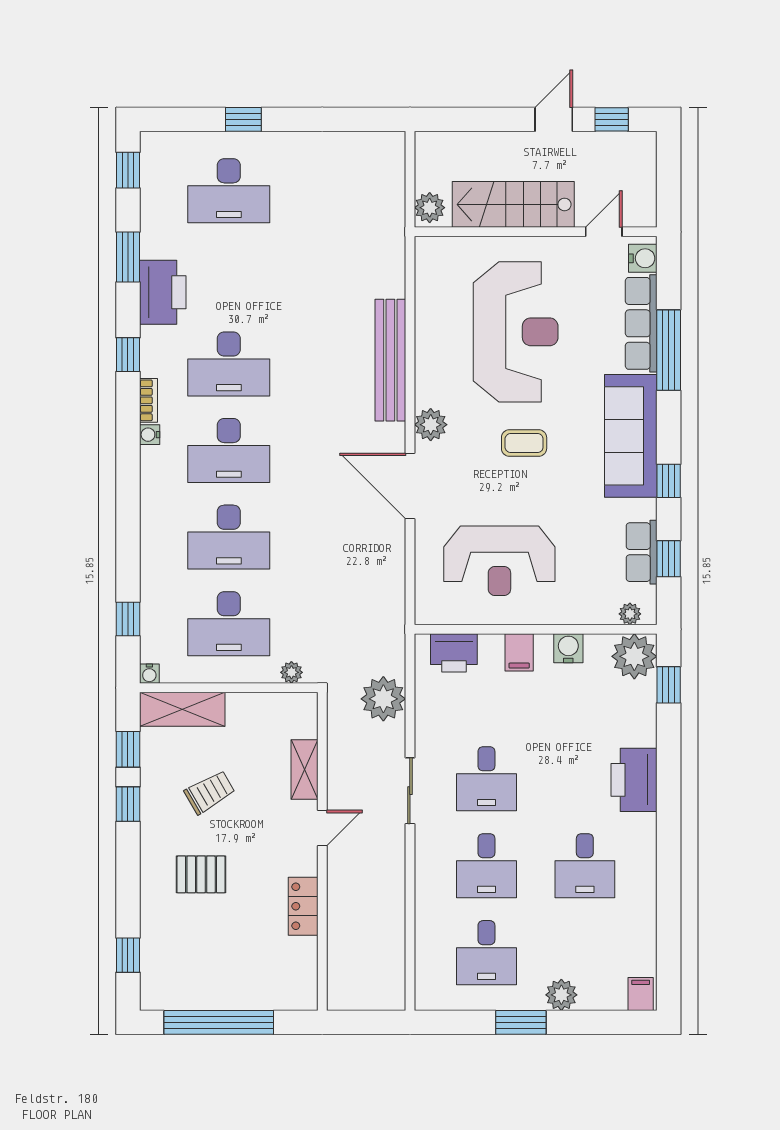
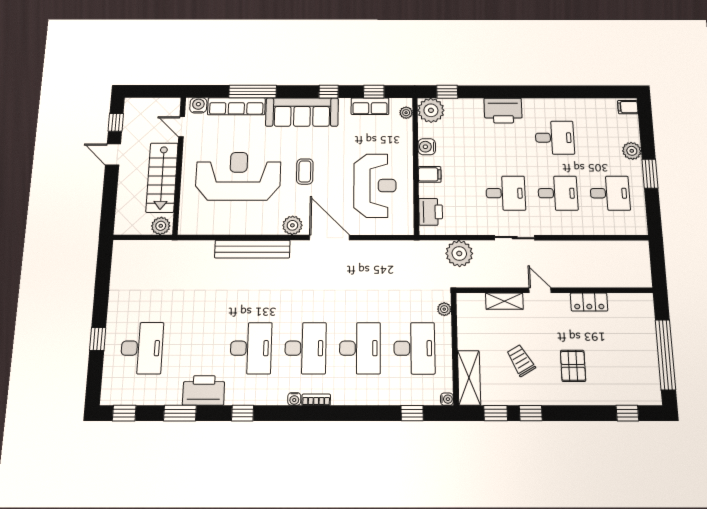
bookcase: (148, 400) -> (316, 400), moved
door: (410, 486) -> (329, 238), swing flipped

